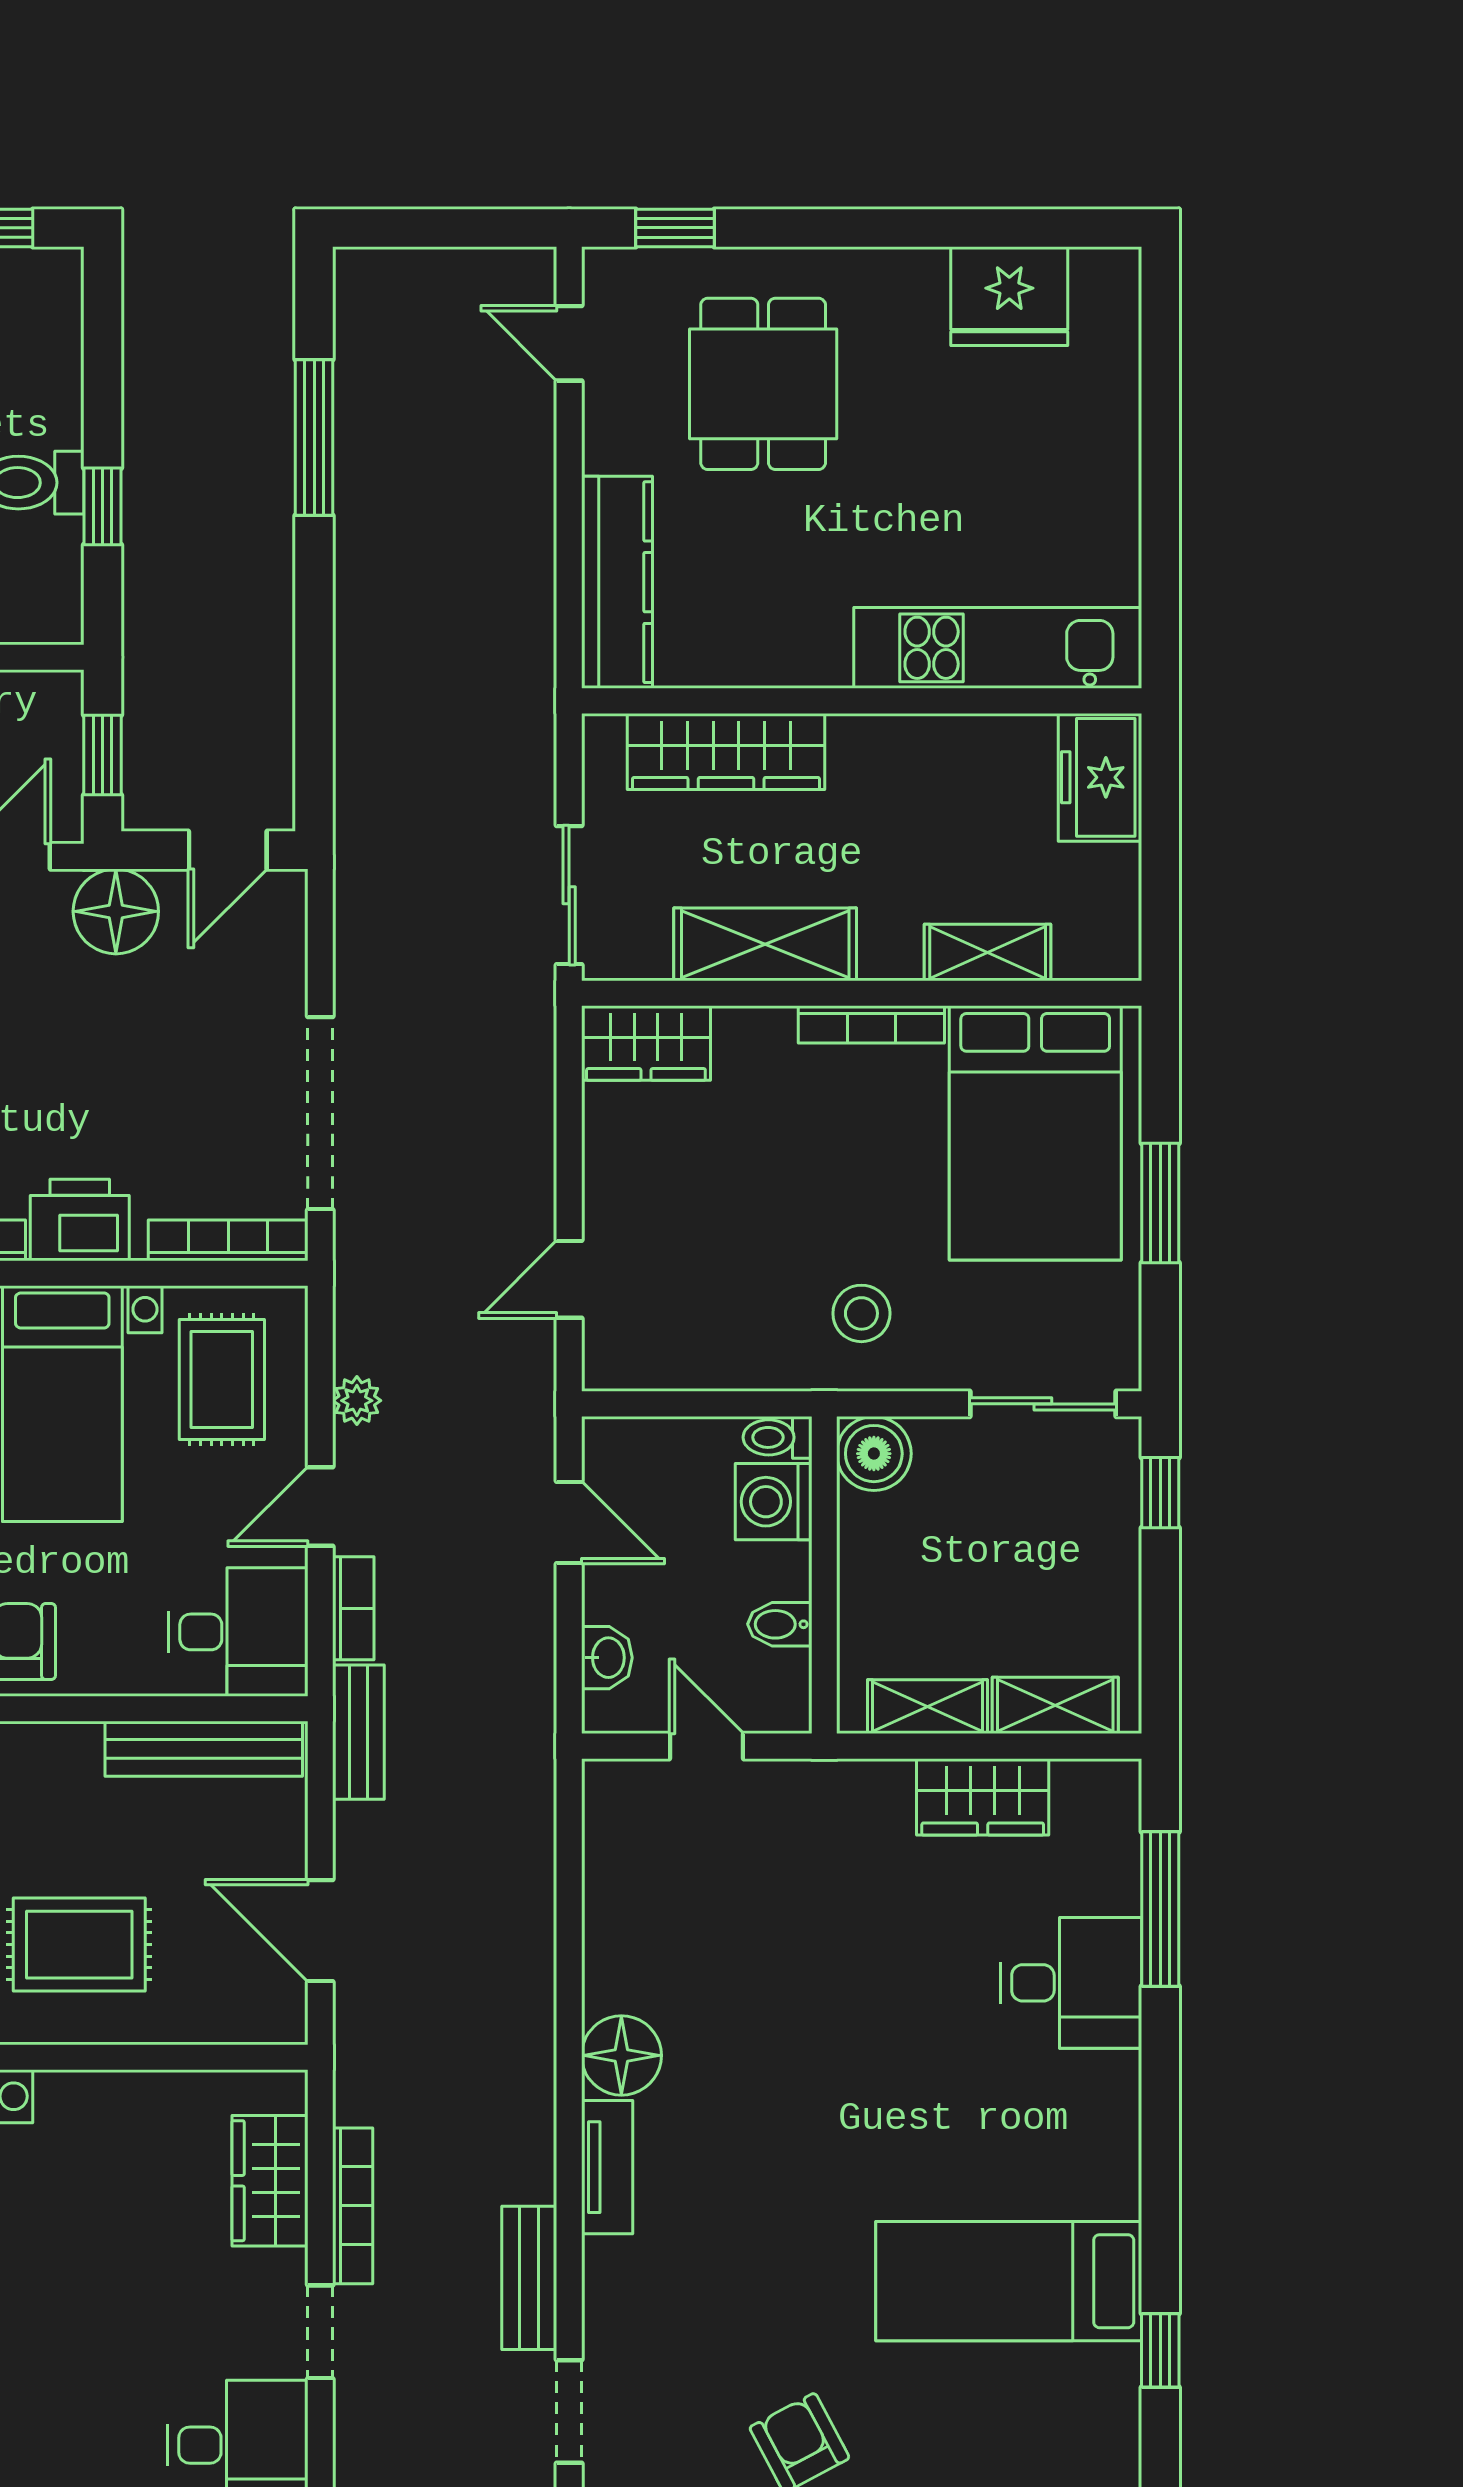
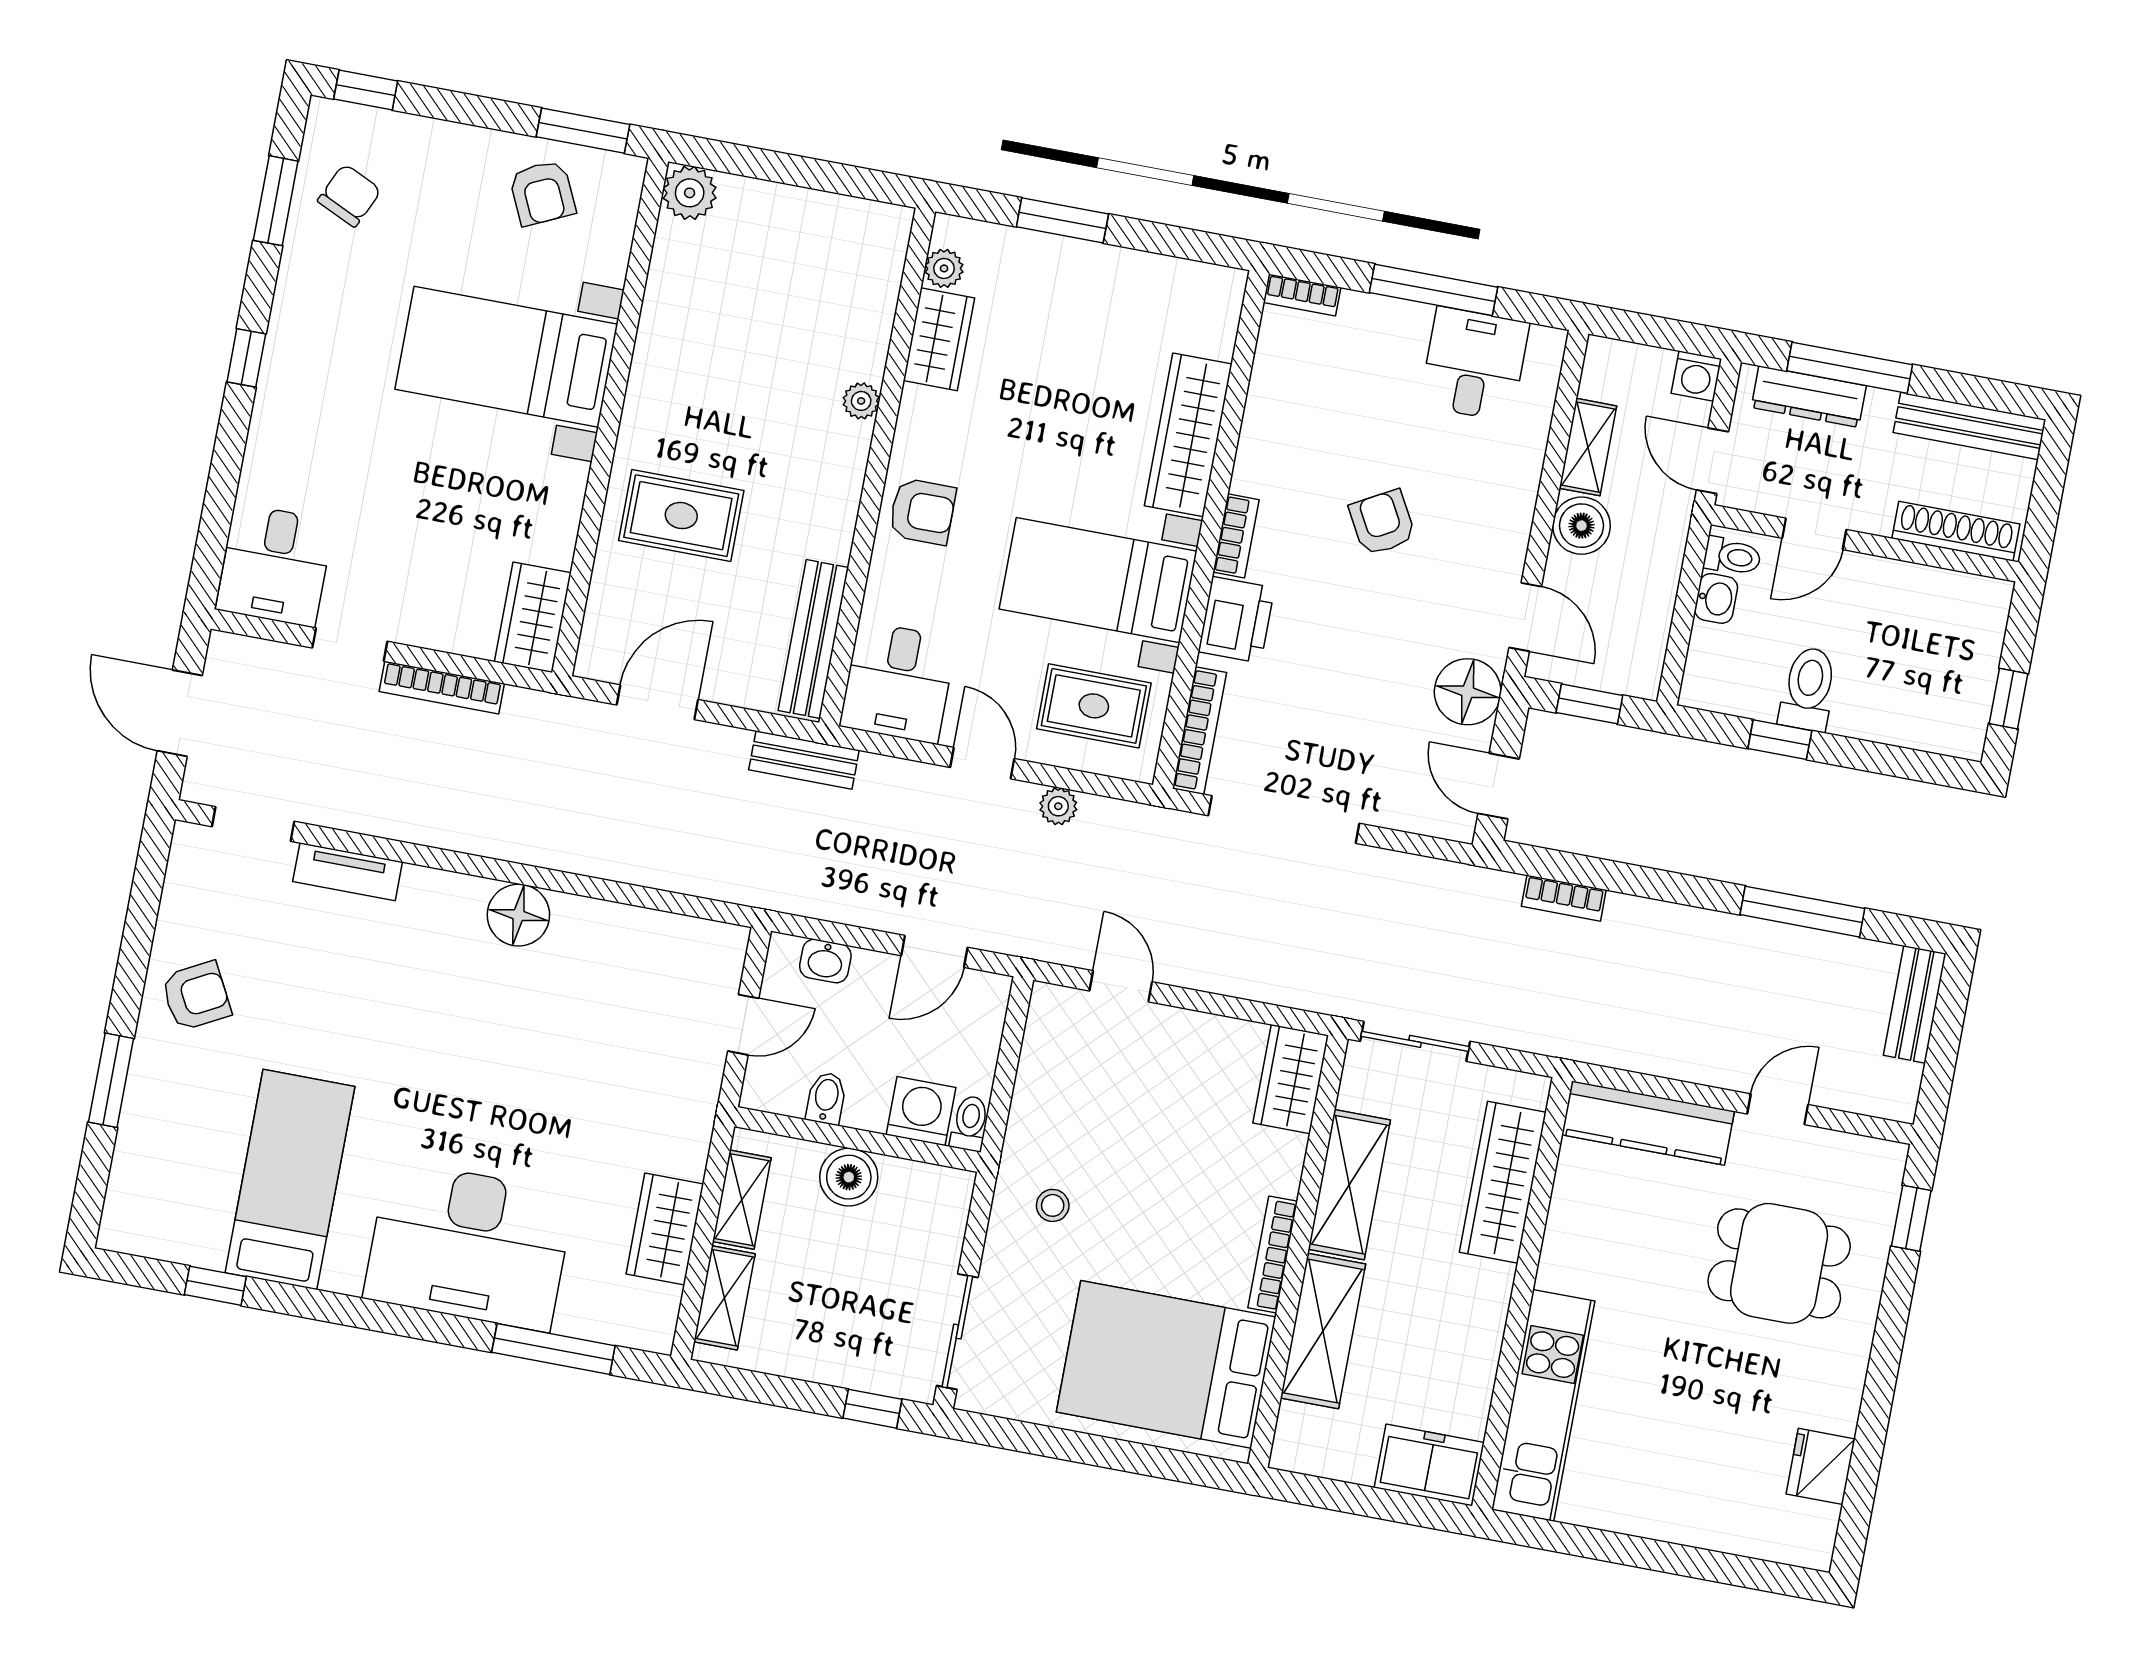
fridge: (1009, 296) -> (1821, 1466), width x0.73, depth x0.75
door: (569, 343) -> (1778, 1109), moved
shelving: (988, 952) -> (1323, 1331), width x1.50, depth x1.33
window: (1160, 1203) -> (1094, 1450), removed
stool: (861, 1313) -> (1053, 1205), width x0.73, depth x0.73
boiler: (874, 1454) -> (849, 1177), moved
bookcase: (353, 1608) -> (1564, 898), moved
rug: (79, 1945) -> (681, 516), turned 90
desk: (1071, 1983) -> (469, 1246), width x1.87, depth x1.30
tv unit: (607, 2167) -> (348, 872), moved
wardrobe: (270, 2181) -> (533, 617), moved, turned -90
bench: (529, 2278) -> (1915, 1004), moved, turned 90

